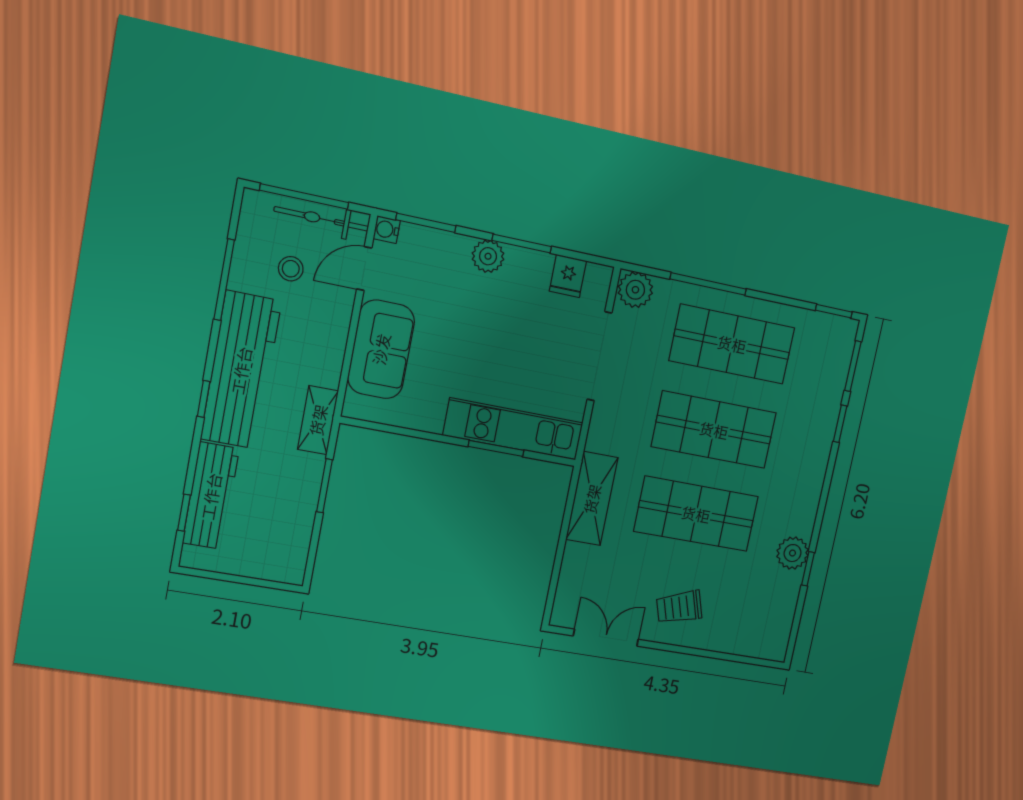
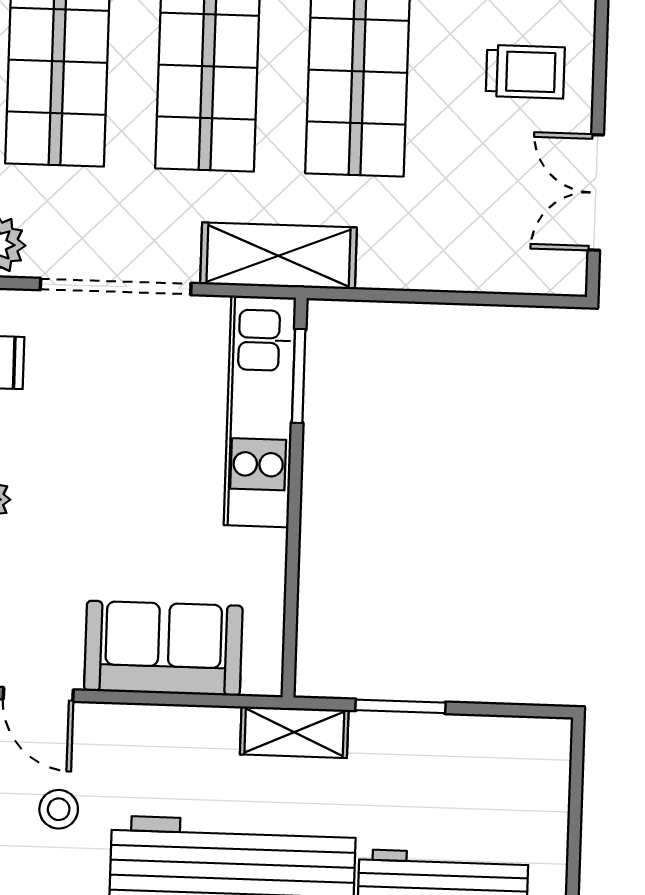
window: (496, 448) -> (299, 376), moved
shelving: (592, 499) -> (279, 256), moved
trolley: (679, 607) -> (525, 72), turned -72

